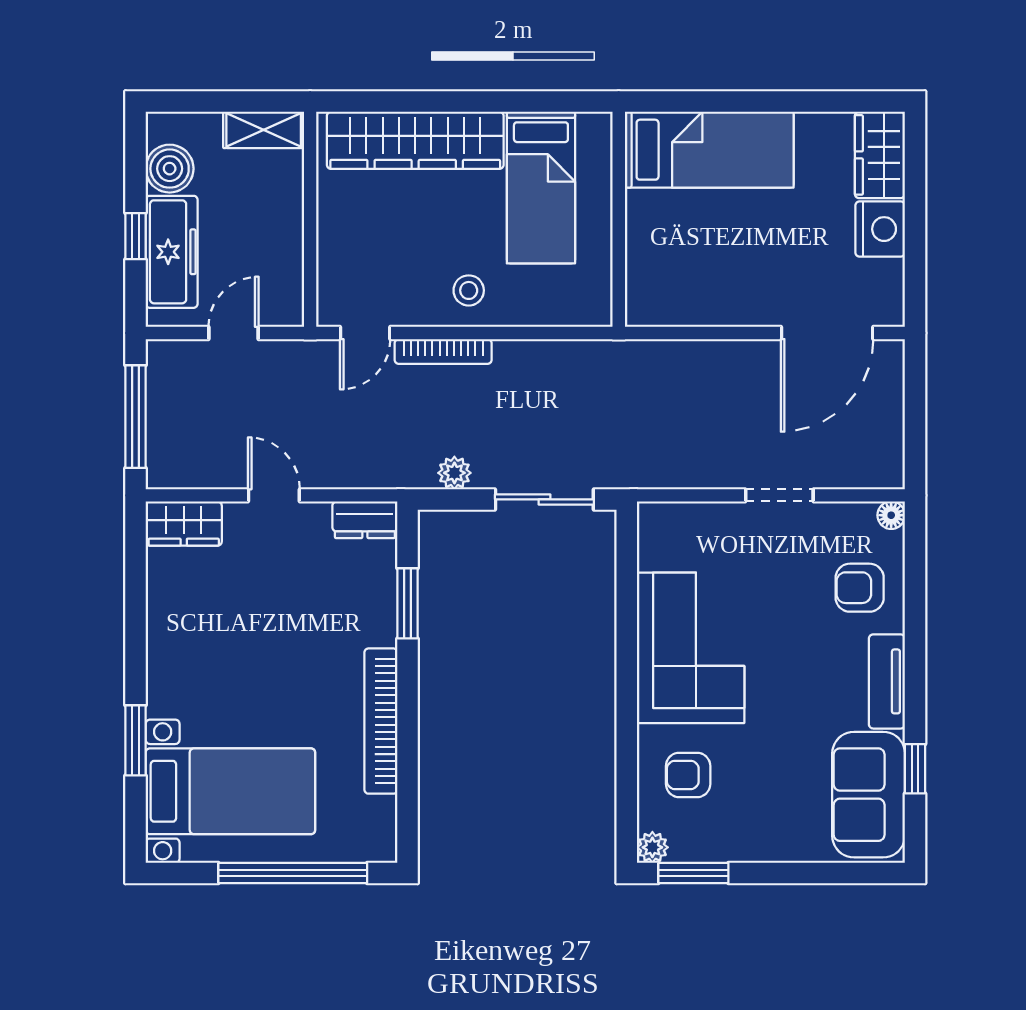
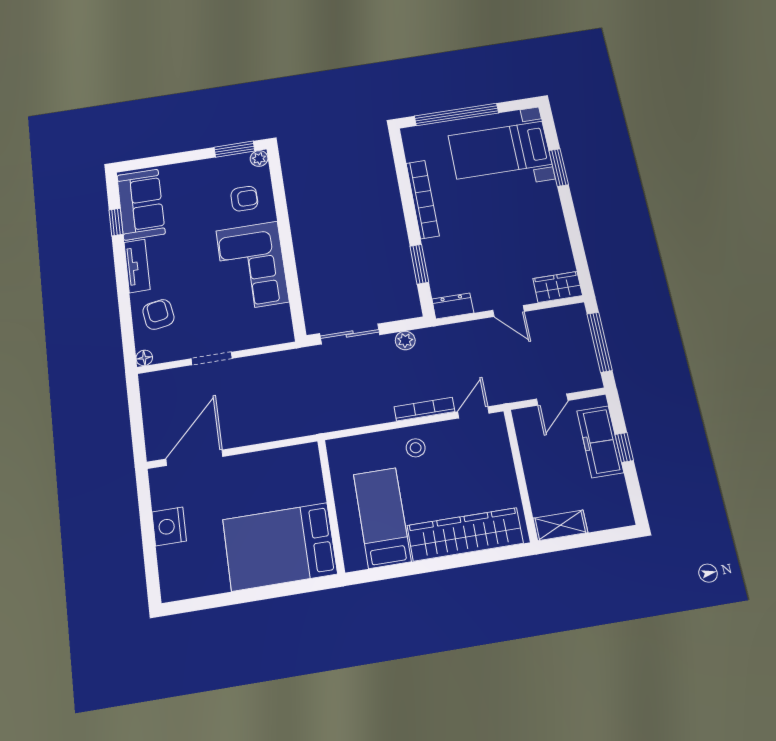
bed: (709, 150) -> (280, 547), width x1.50
wardrobe: (880, 155) -> (174, 573), removed
boiler: (170, 169) -> (613, 492), removed
armchair: (860, 588) -> (158, 314), turned -99

